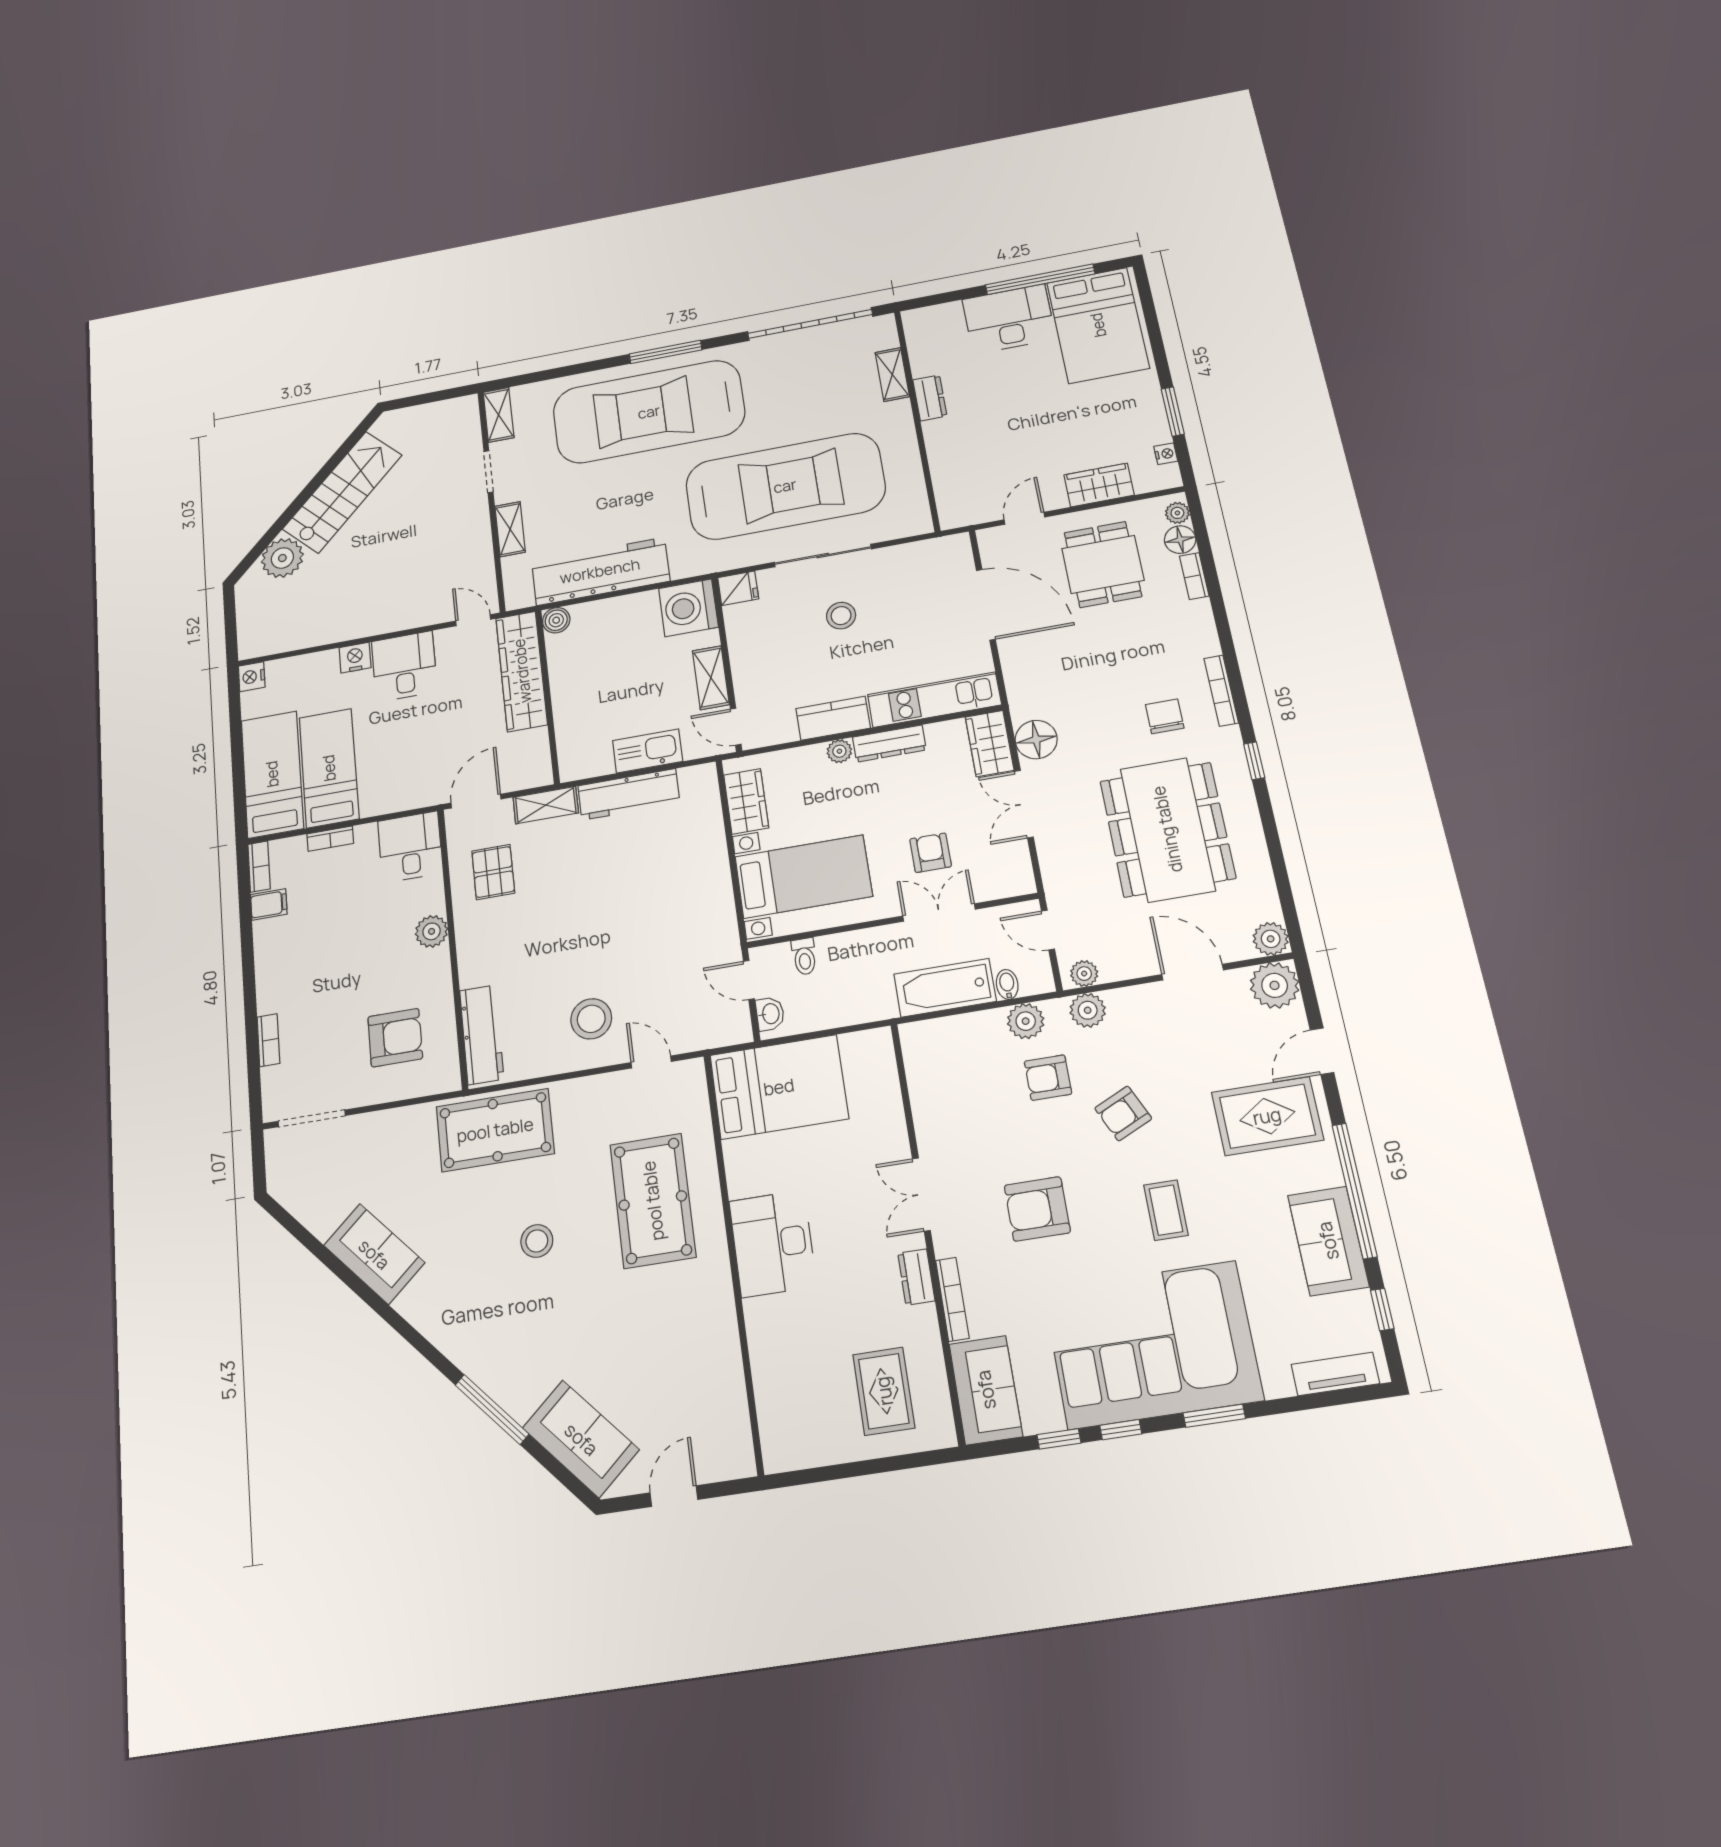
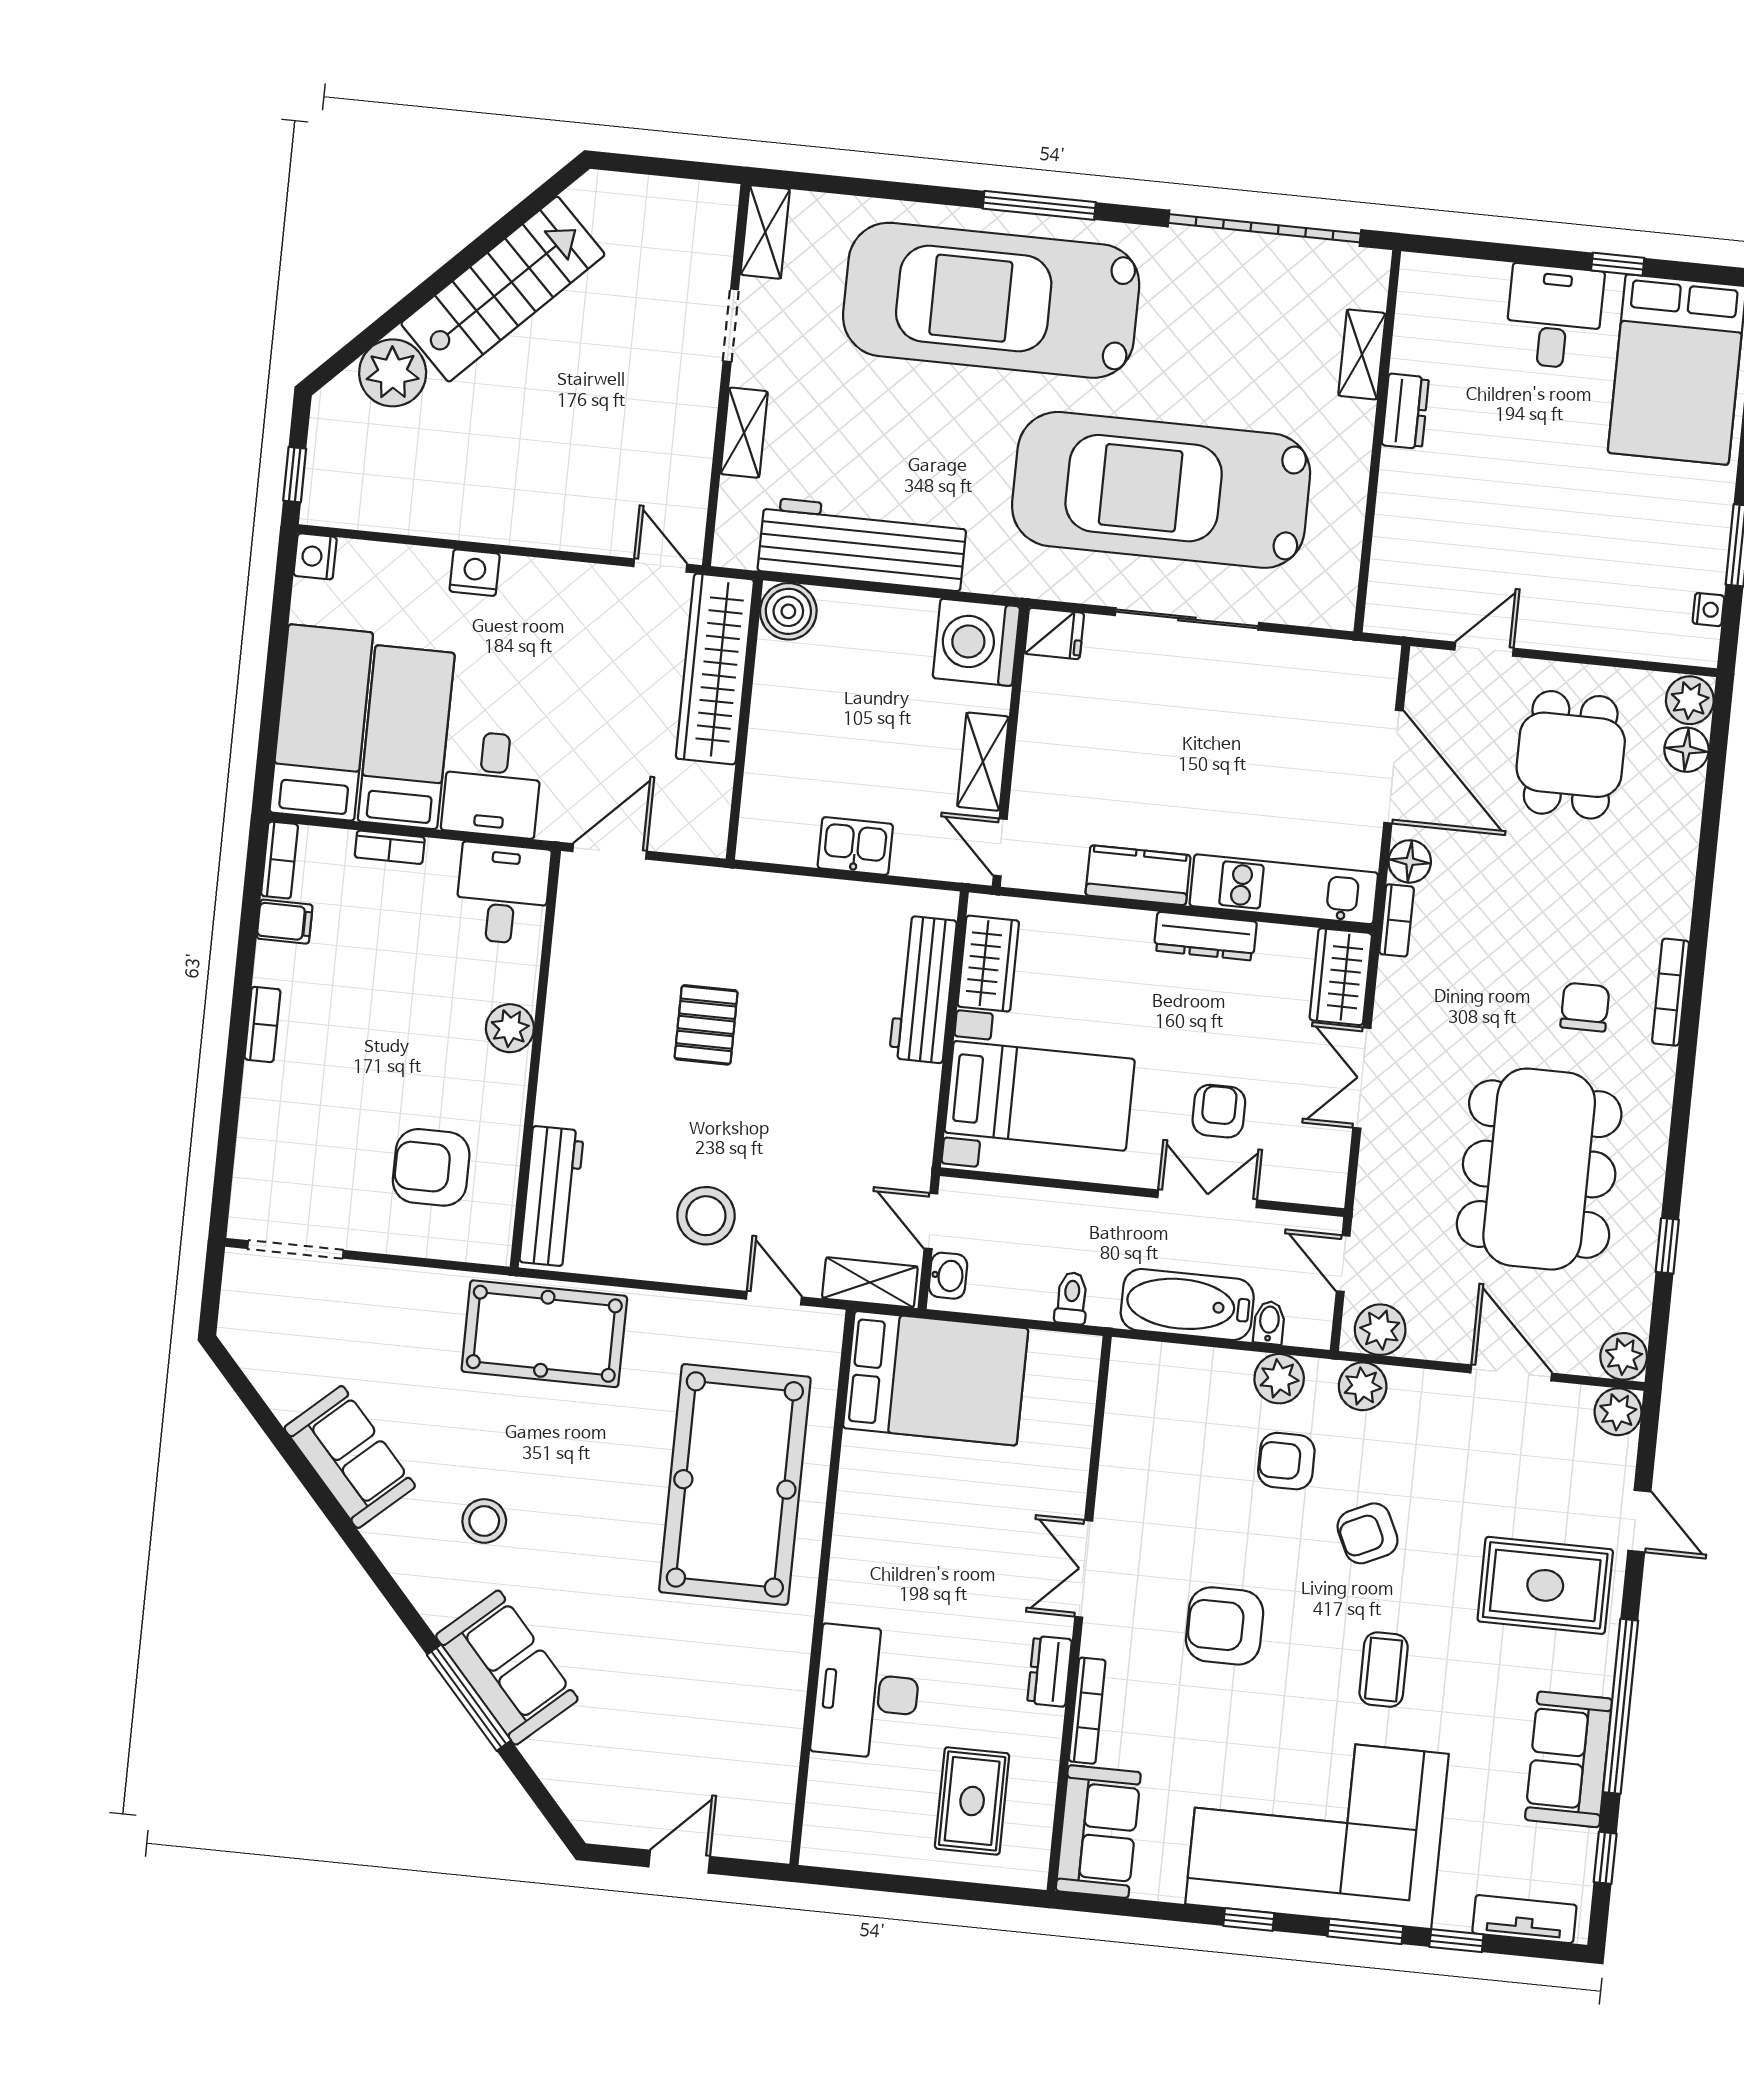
window: (1040, 279) -> (1618, 264), width x0.32
desk: (1009, 319) -> (1554, 317), width x0.73
wardrobe: (1099, 485) -> (1602, 629), removed
car: (785, 486) -> (1161, 490), turned 180
plant: (1177, 513) -> (1690, 700), width x1.38, depth x1.38
bookcase: (1194, 576) -> (1397, 920), moved, turned 180
stool: (841, 616) -> (1189, 721), removed
boiler: (556, 620) -> (788, 611), width x1.36, depth x1.36
window: (231, 633) -> (295, 475), added
desk: (404, 666) -> (492, 784), moved, turned 180
floor lamp: (1036, 740) -> (1410, 861), moved, width x0.73, depth x0.73
kitchen sink: (648, 751) -> (855, 846), width x0.73
plant: (839, 751) -> (1134, 927), removed
window: (1254, 761) -> (1667, 1246), moved
workbench: (629, 794) -> (923, 989), moved, turned 90
shelving: (546, 805) -> (870, 1282), moved
pallet: (493, 872) -> (706, 1025), moved
toilet: (804, 956) -> (1072, 1298), moved, turned 180
plant: (1084, 974) -> (1380, 1330), width x1.38, depth x1.38
plant: (1275, 985) -> (1618, 1412), width x0.73, depth x0.73
armchair: (395, 1038) -> (431, 1167), turned 180
bookcase: (268, 1040) -> (262, 1024), moved
door: (1322, 1051) -> (1639, 1521), swing flipped
pool table: (653, 1201) -> (735, 1484), width x1.36, depth x1.32
stool: (537, 1241) -> (484, 1521), moved
desk: (773, 1244) -> (867, 1692), moved
sofa: (581, 1439) -> (507, 1668), moved
window: (1059, 1439) -> (1456, 1941), moved

